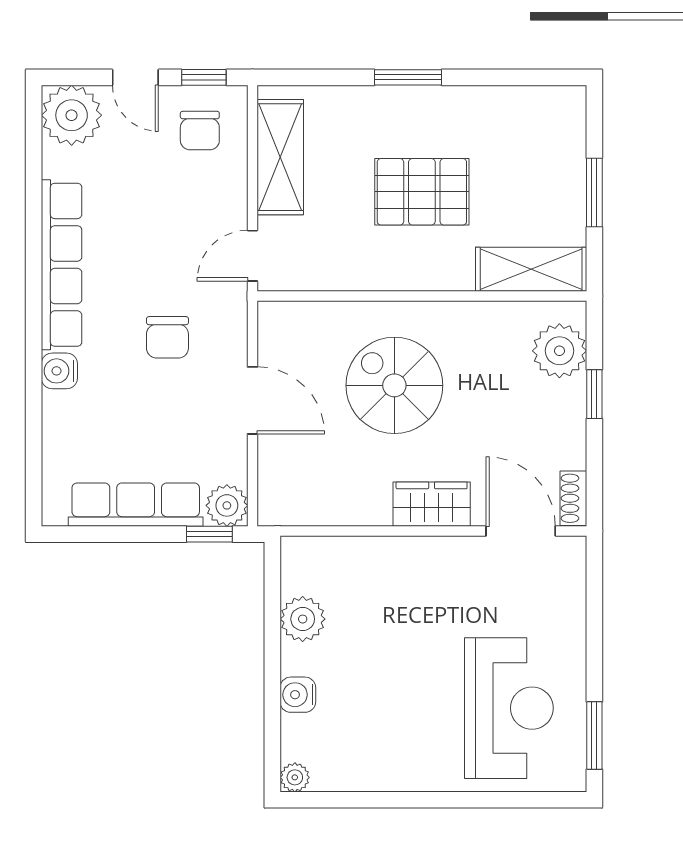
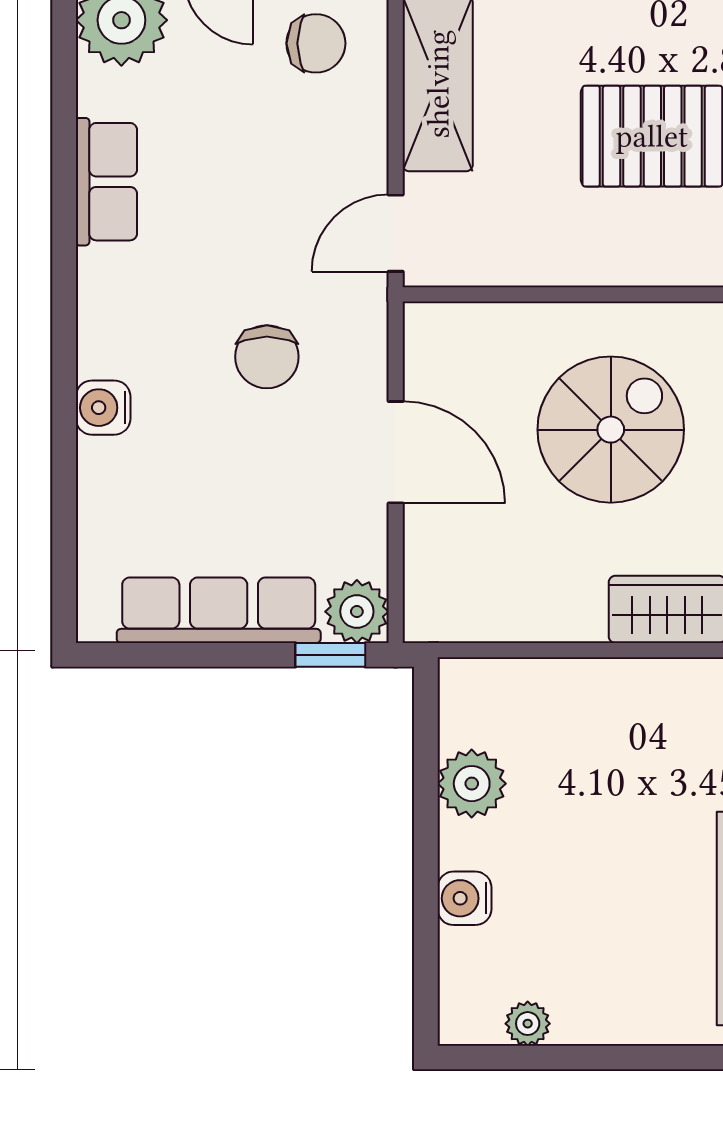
chair: (200, 131) -> (316, 43), turned -90
row of seats: (62, 265) -> (106, 182), width x0.50
spiral stairs: (394, 385) -> (611, 430), turned 90
plant: (295, 777) -> (528, 1024), moved

